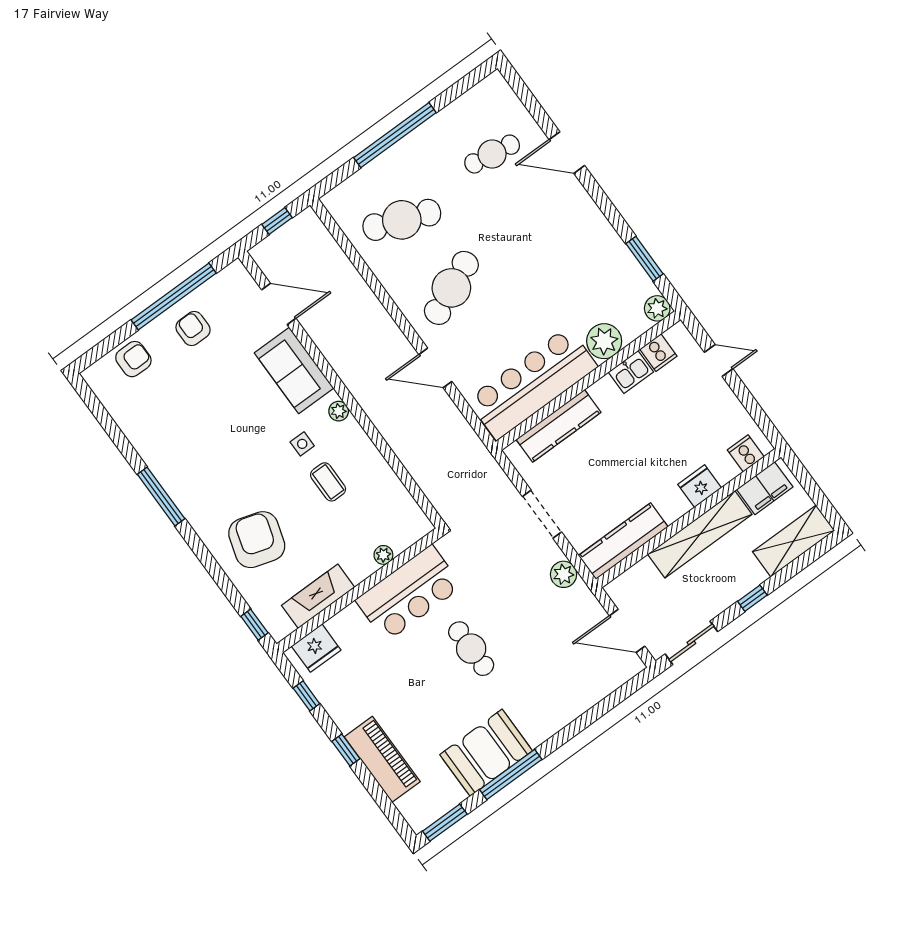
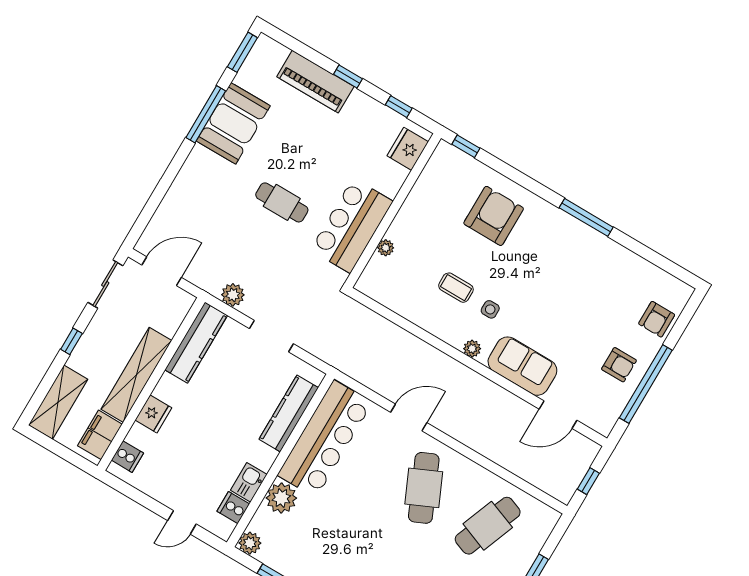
armchair: (257, 540) -> (494, 216), turned -107
fireplace: (318, 596) -> (424, 191), removed

